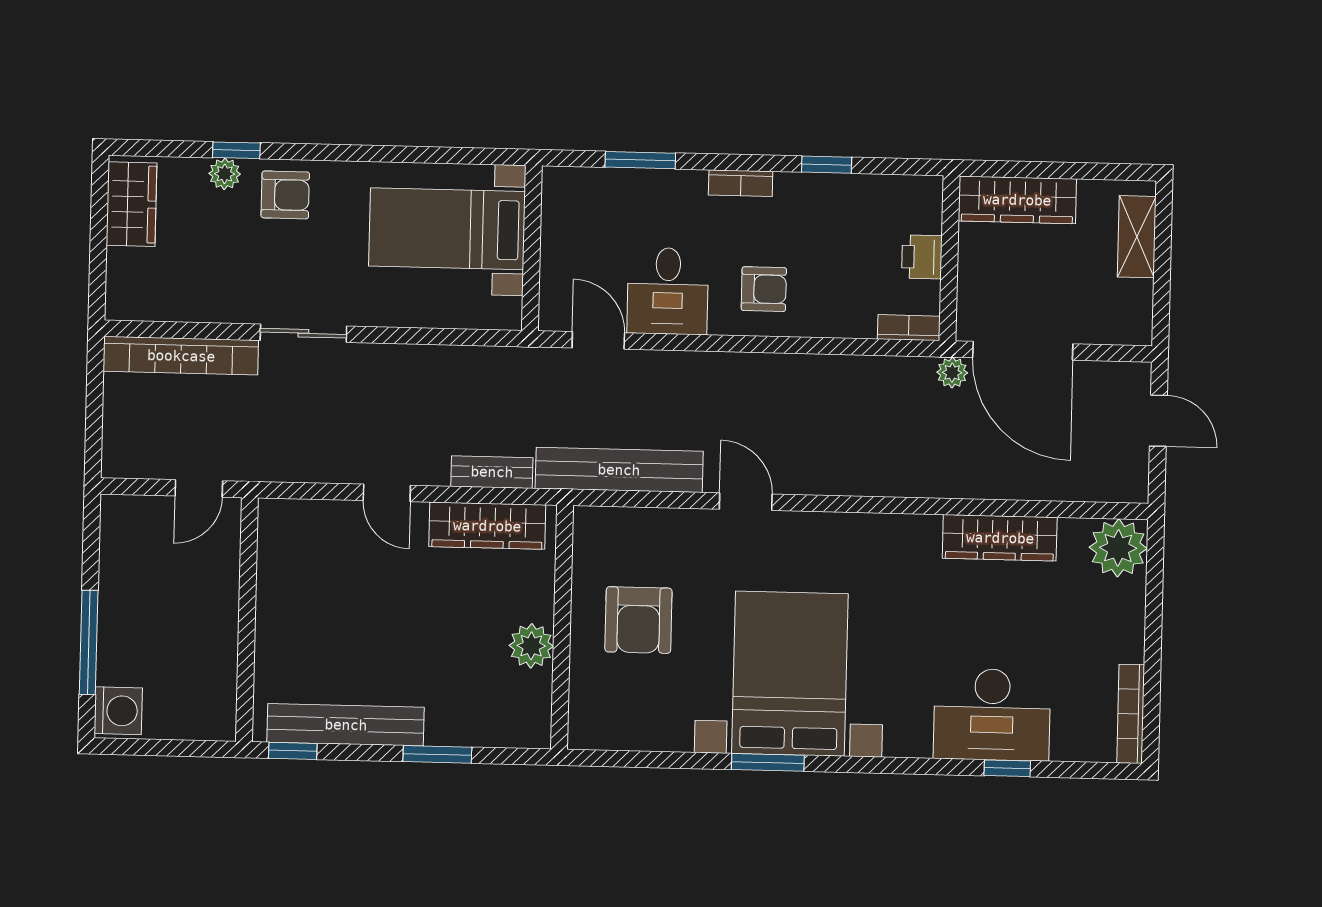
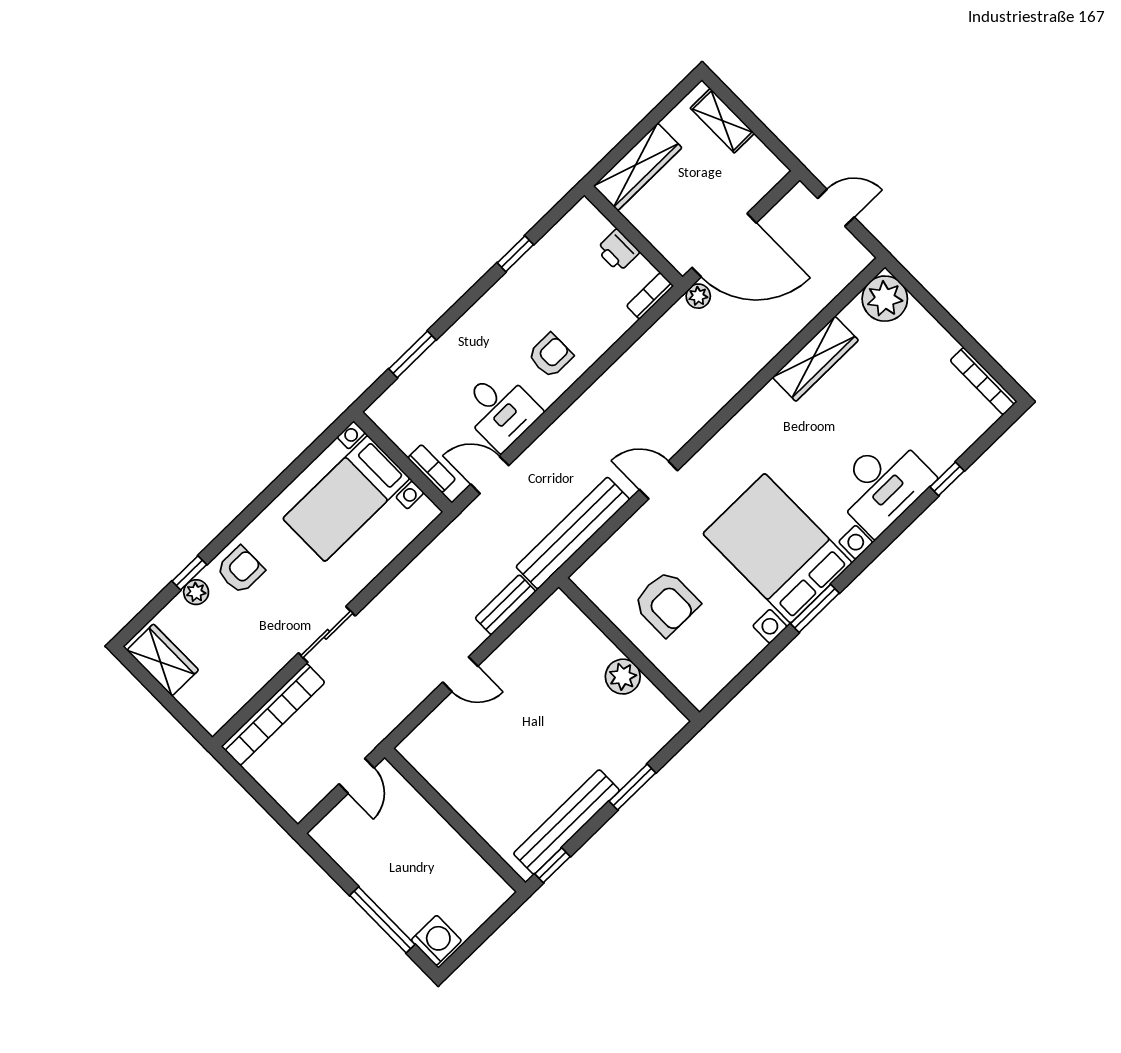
bookcase: (741, 183) -> (432, 469), moved, turned -90
wardrobe: (487, 526) -> (533, 636), removed
desk: (992, 715) -> (882, 485), moved

